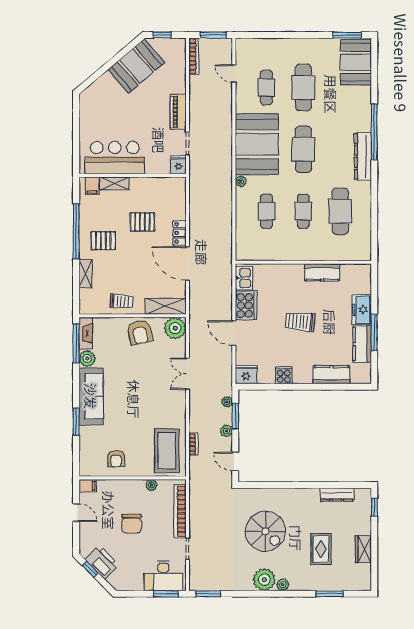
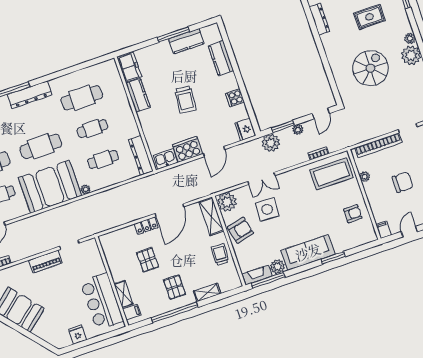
fridge: (178, 165) -> (77, 335), moved, turned 90
dresser: (257, 253) -> (141, 155), added
freezer: (362, 310) -> (129, 67), moved, turned -90
side table: (152, 368) -> (267, 209), added
plant: (227, 402) -> (271, 143), width x1.87, depth x1.87

